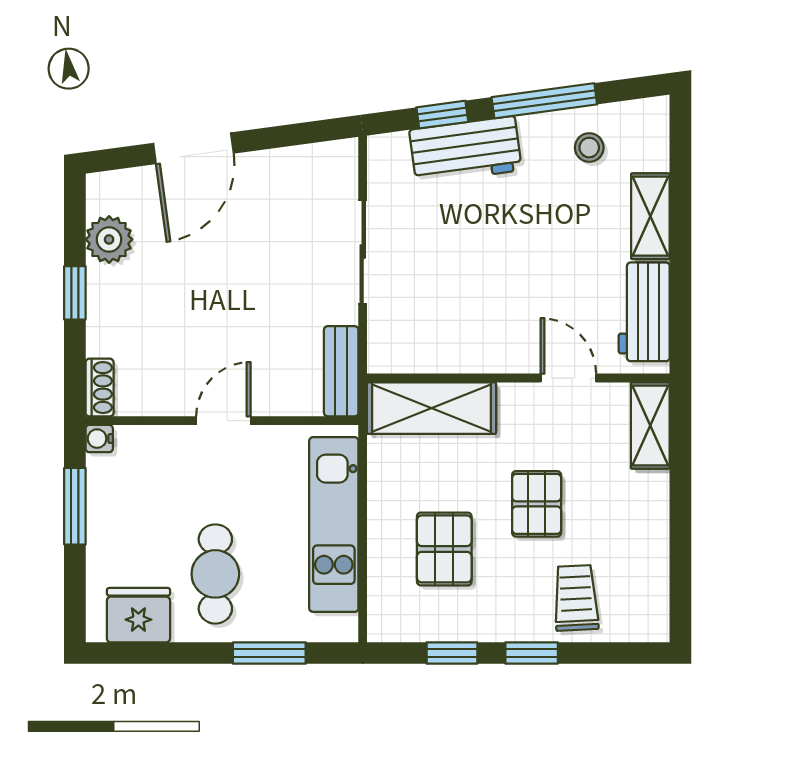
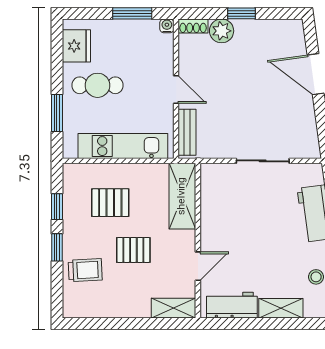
plant: (109, 239) -> (222, 31), moved
bench: (341, 371) -> (187, 132), moved, turned 90

